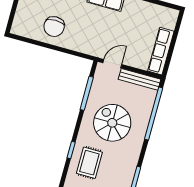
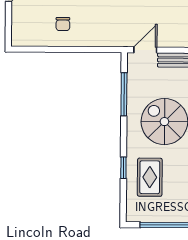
chair: (54, 27) -> (63, 24), width x0.54, depth x0.54

